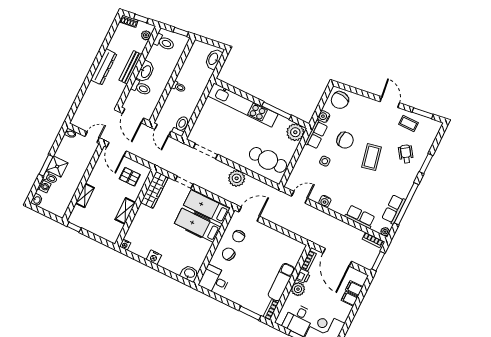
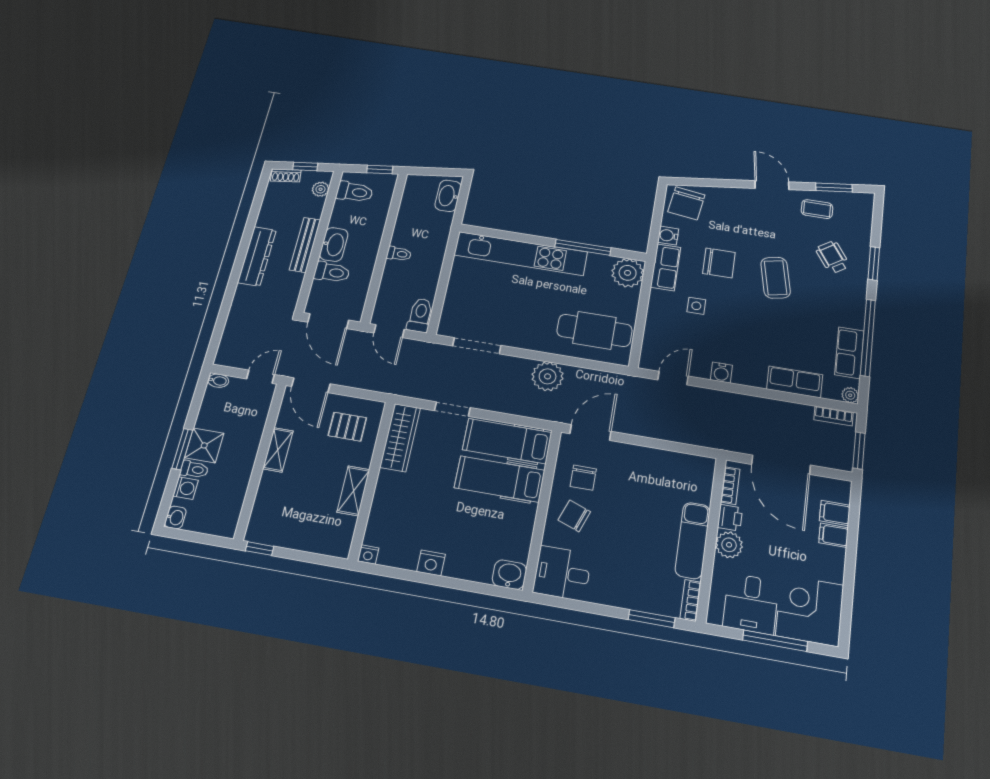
shelving: (85, 195) -> (278, 450), moved

